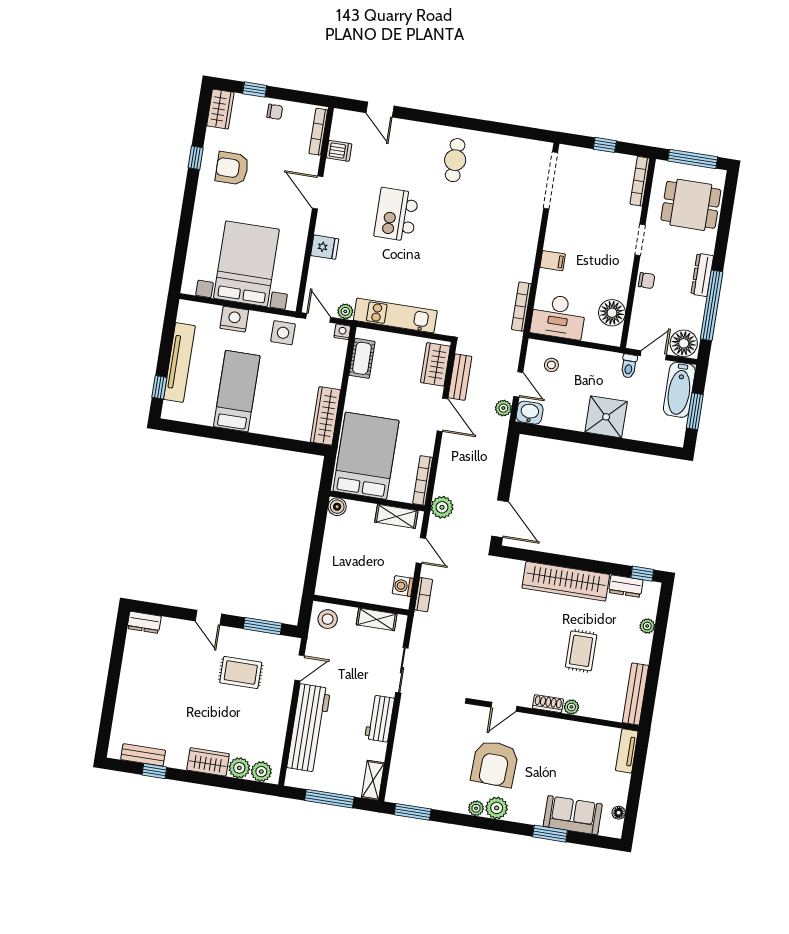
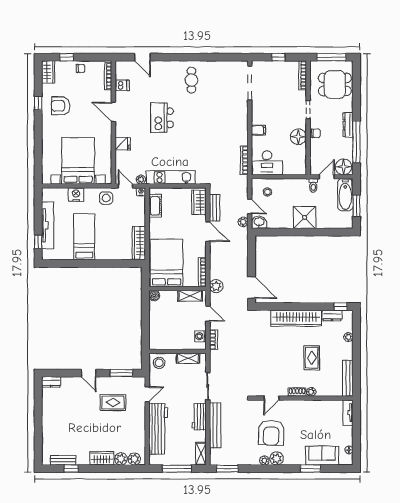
floor lamp: (612, 313) -> (298, 137), moved
bench: (404, 737) -> (215, 425), added

